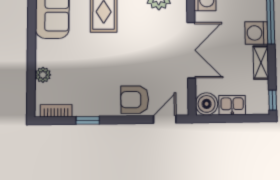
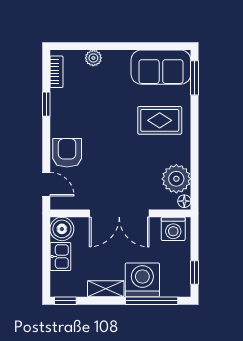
washing machine: (256, 33) -> (142, 280), width x1.37, depth x1.37

